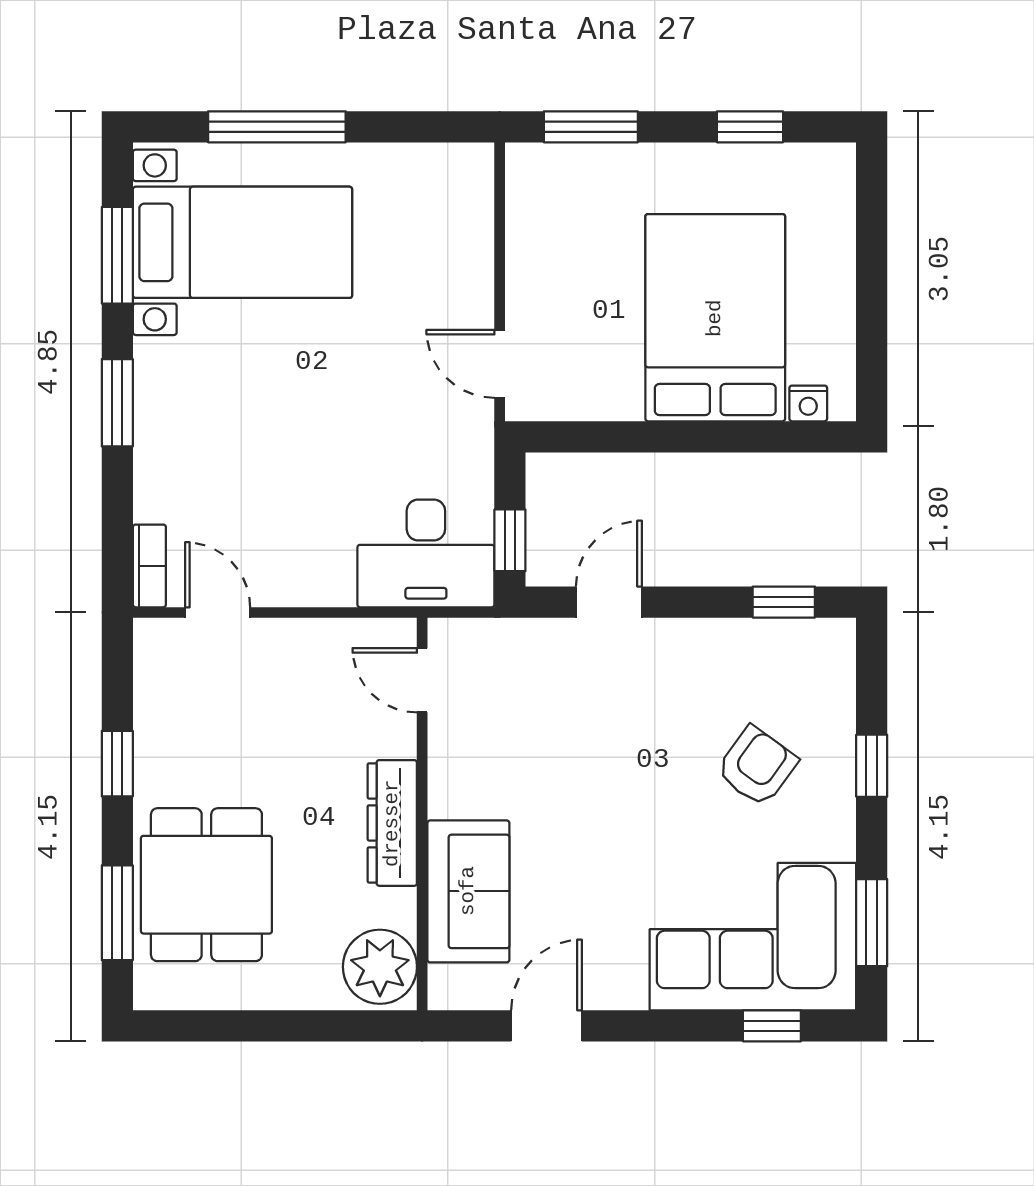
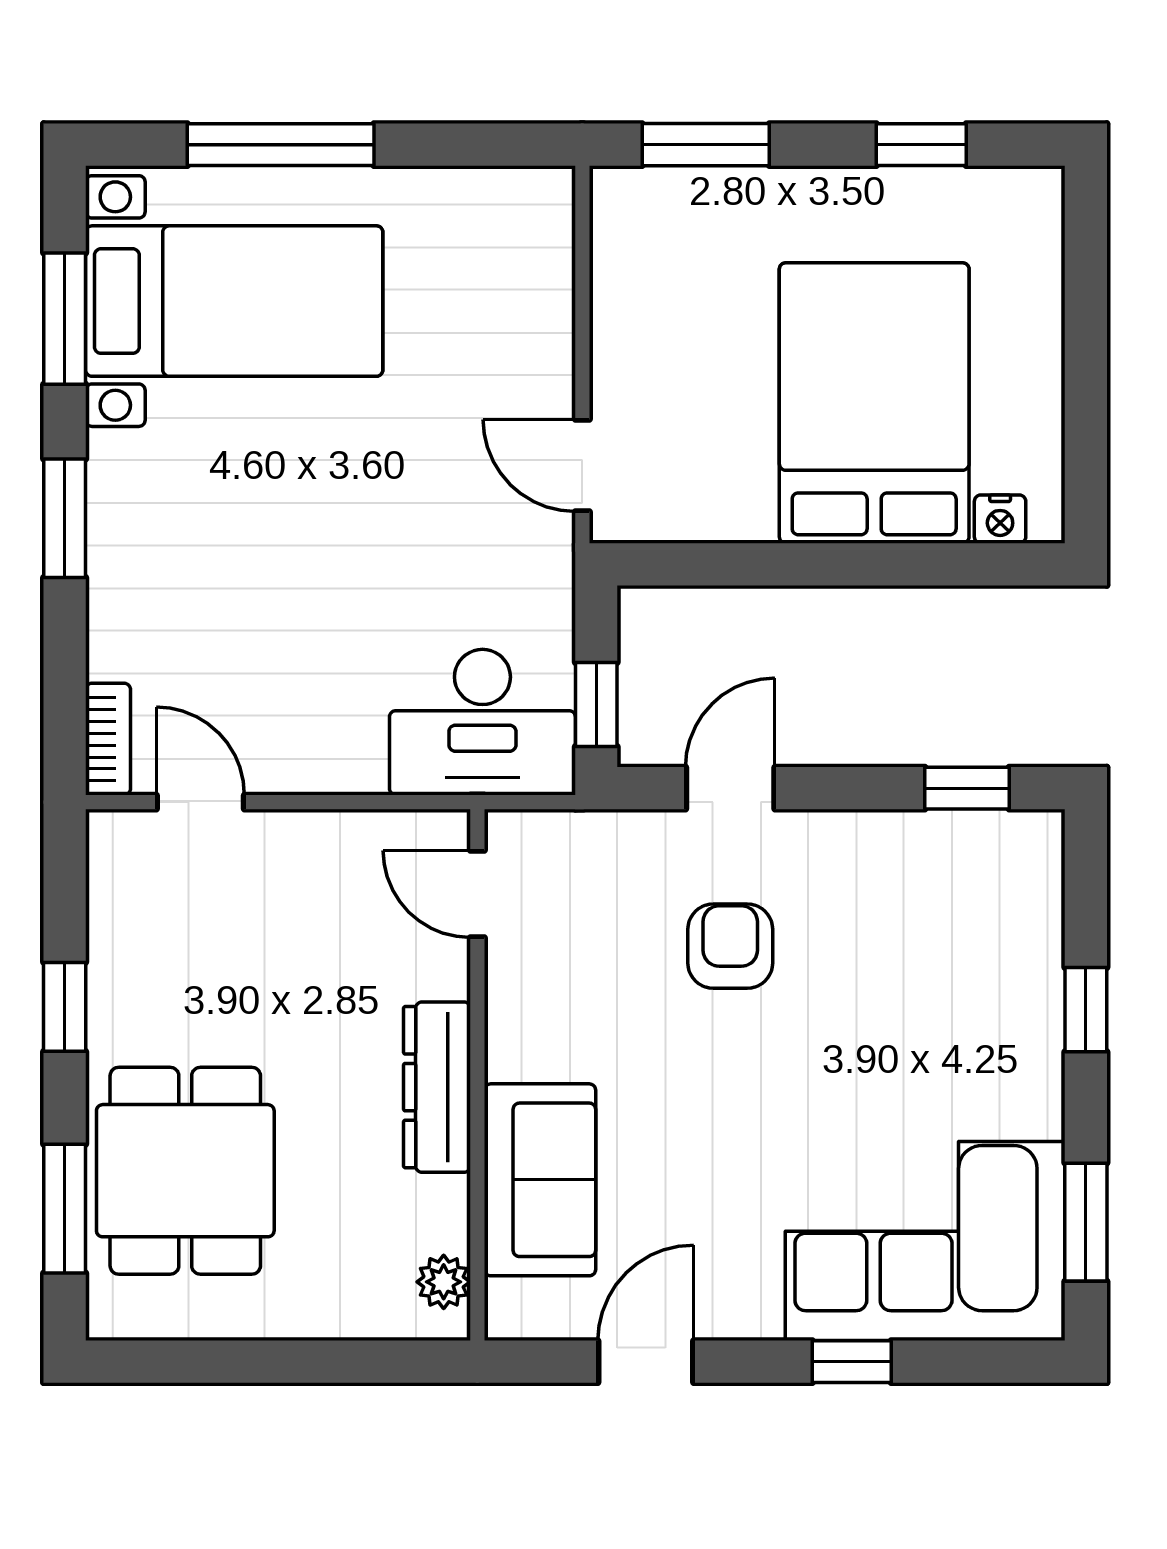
armchair: (757, 766) -> (730, 946), moved, turned -36
plant: (380, 967) -> (444, 1282), width x0.53, depth x0.53
window: (772, 1026) -> (852, 1362), moved

